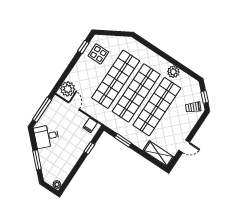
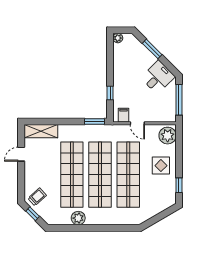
display table: (98, 54) -> (161, 166), moved
door: (74, 106) -> (137, 123), moved
window: (123, 140) -> (95, 121), moved

